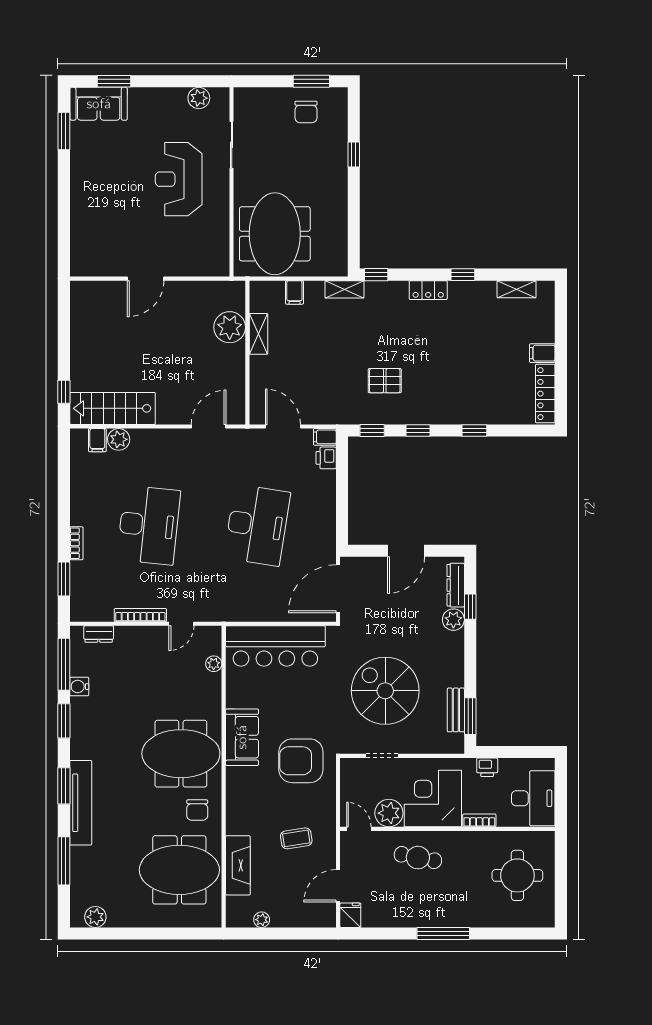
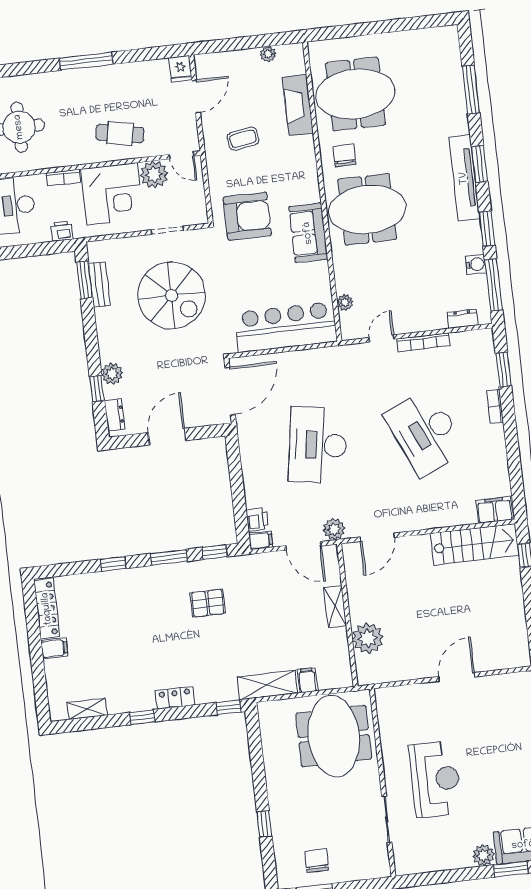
plant: (199, 98) -> (483, 855), moved
shelving: (344, 289) -> (267, 685), width x1.50, depth x1.33
shelving: (258, 334) -> (335, 607), moved
window: (418, 430) -> (169, 557), width x1.50
plant: (119, 439) -> (334, 529), moved
filing cabinet: (97, 440) -> (495, 510), width x2.00
desk: (149, 525) -> (425, 433), turned -30
dresser: (456, 585) -> (115, 415), width x0.70
tv unit: (81, 803) -> (464, 178), moved
plant: (95, 917) -> (433, 38), removed

